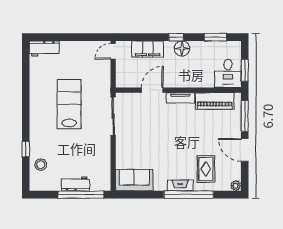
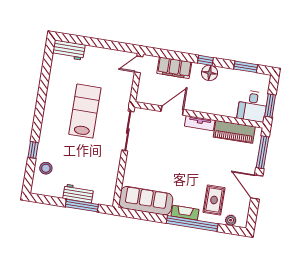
sofa: (134, 180) -> (146, 201), width x1.36
plant: (236, 186) -> (231, 220), moved
window: (81, 195) -> (82, 206), width x0.68

